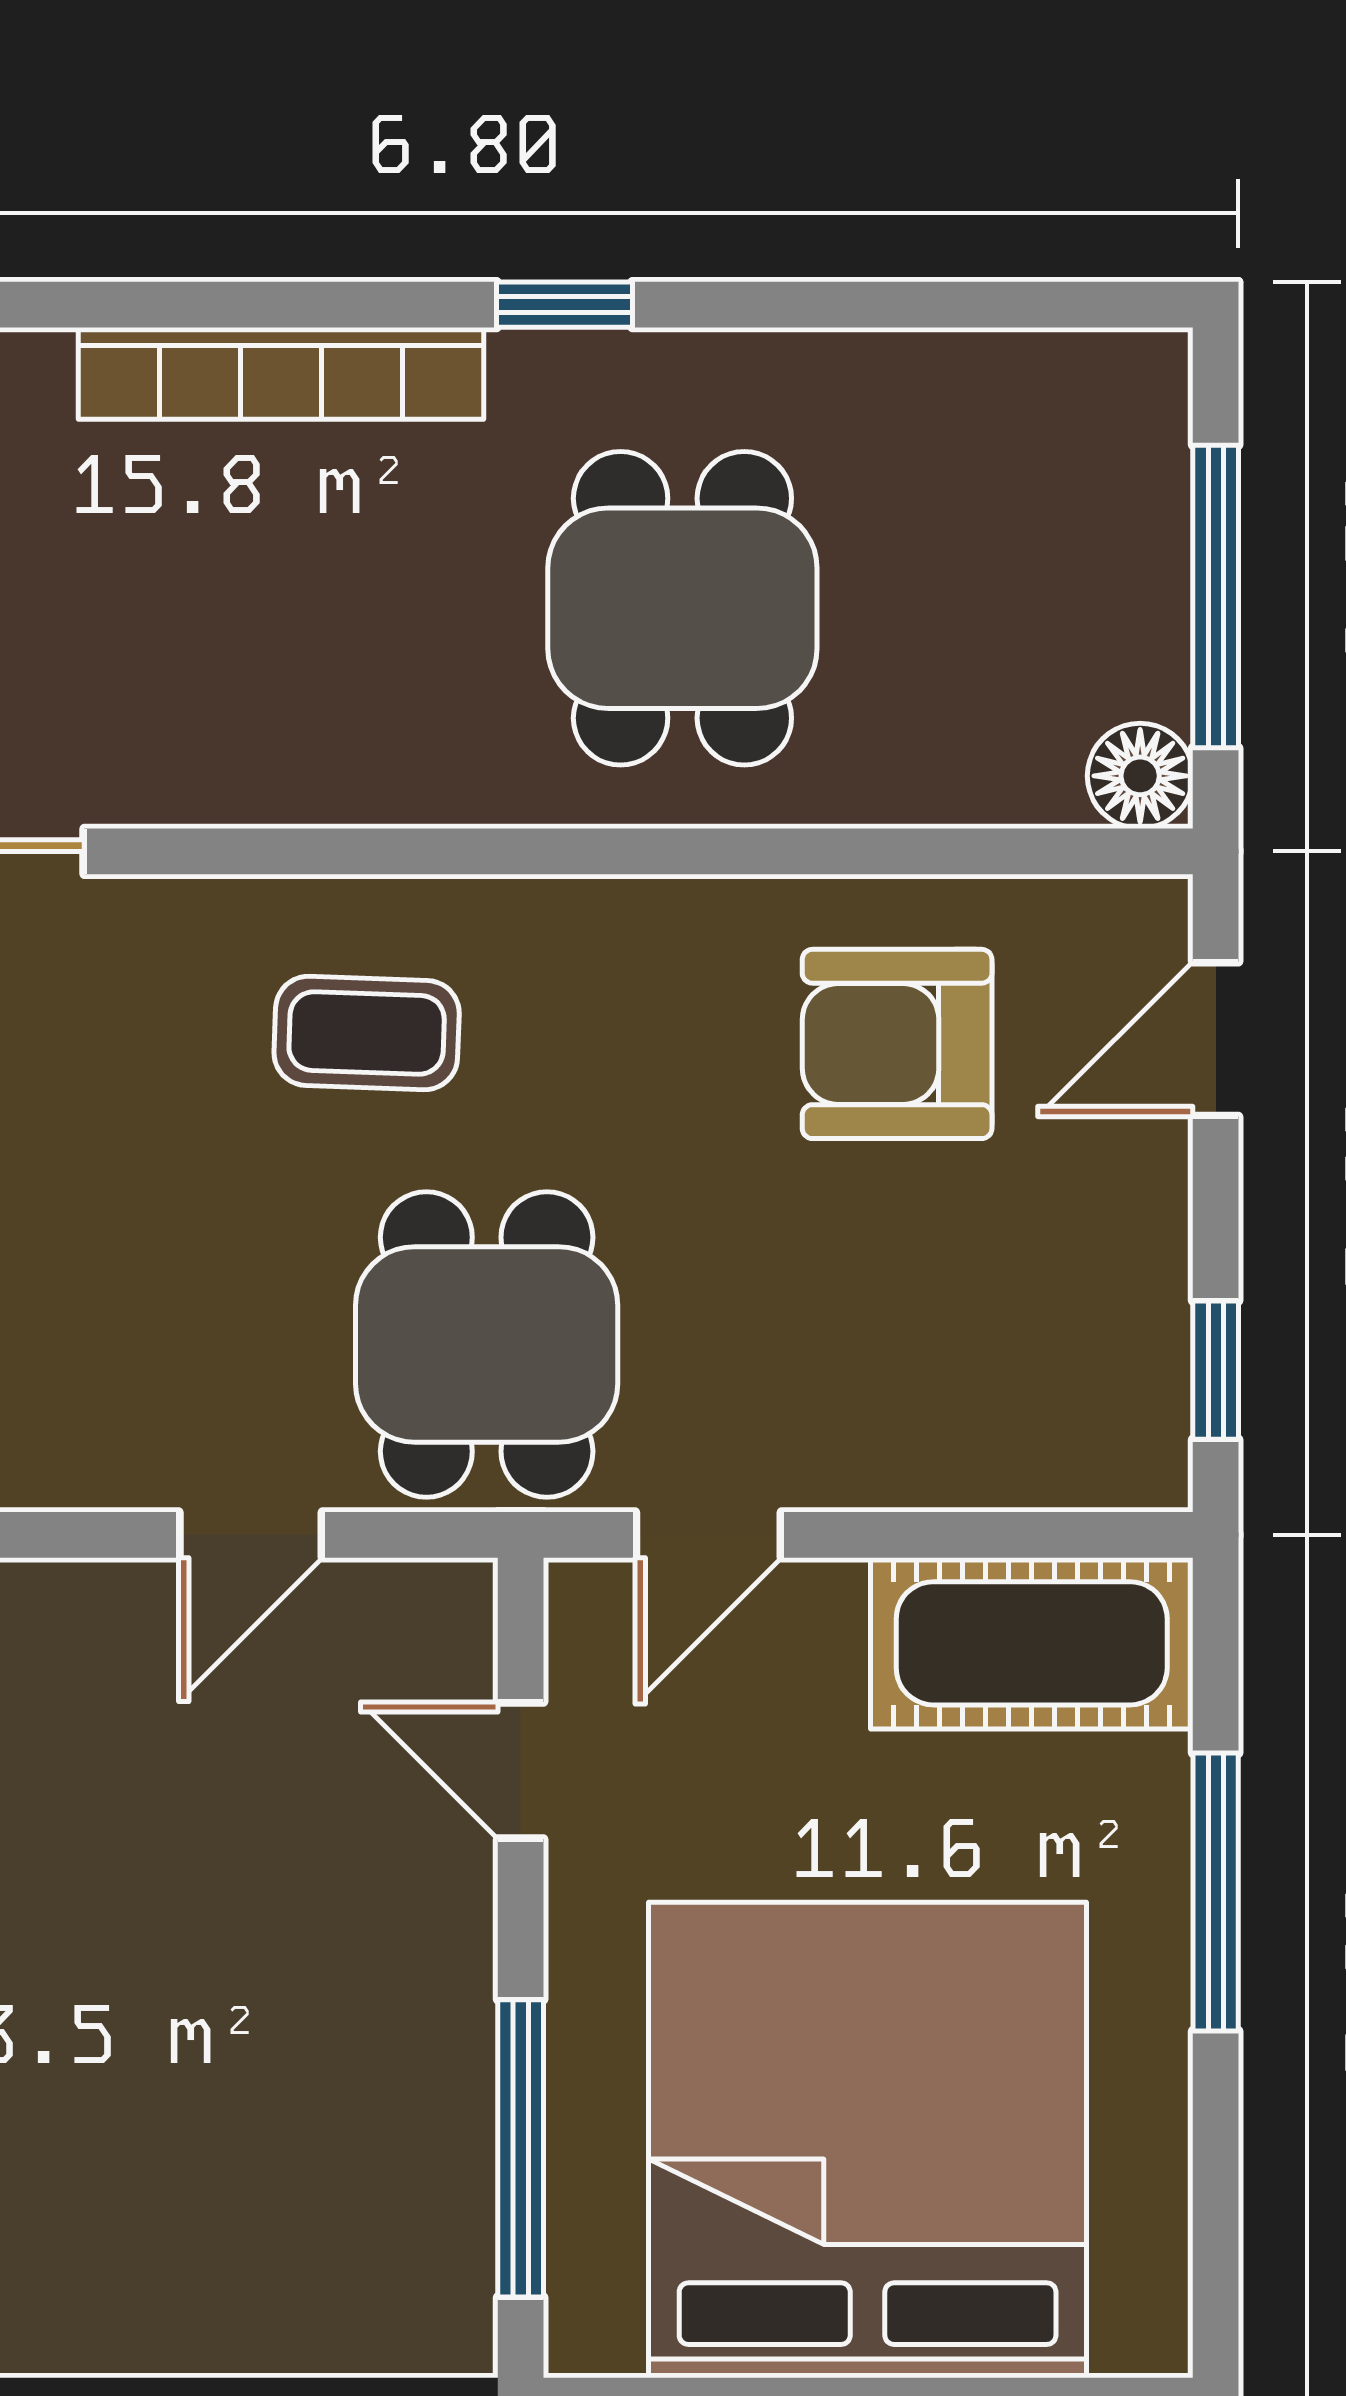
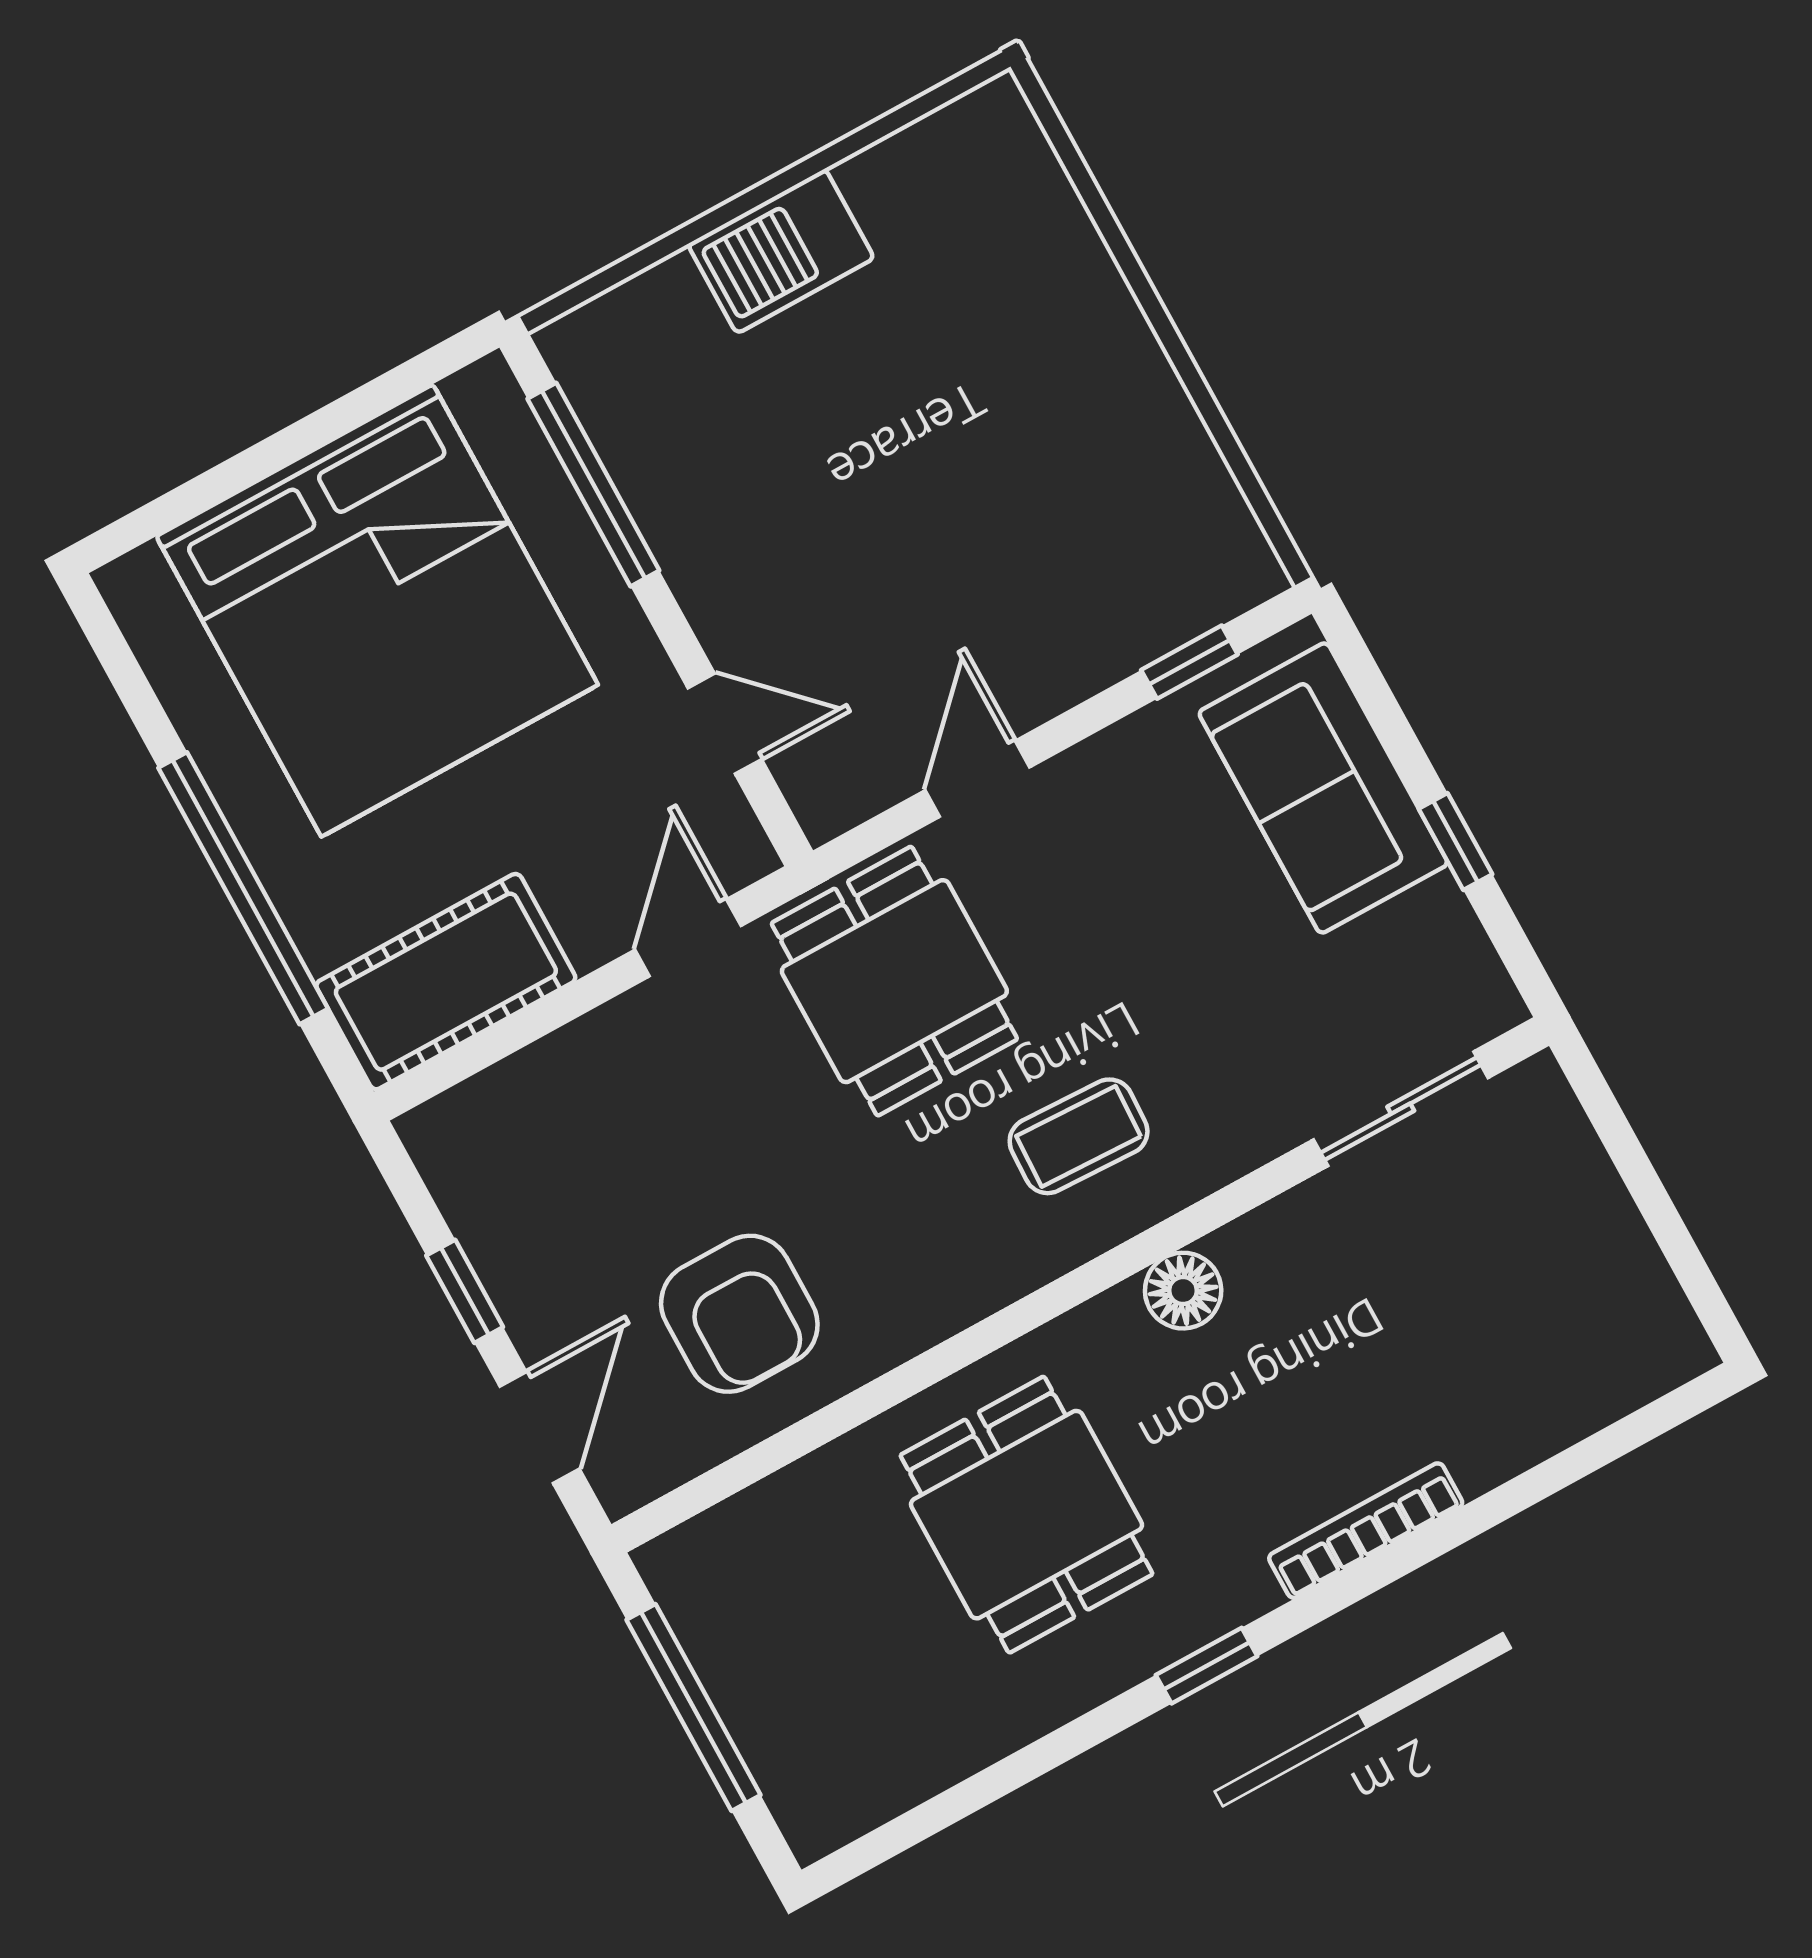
bookcase: (281, 373) -> (1366, 1531), width x0.68, depth x0.76
floor lamp: (1140, 776) -> (1183, 1291), moved
armchair: (897, 1044) -> (739, 1314), turned 90
window: (1216, 1370) -> (465, 1291), moved
window: (1216, 1892) -> (243, 888), width x1.46
barbecue: (137, 2307) -> (781, 251), added

